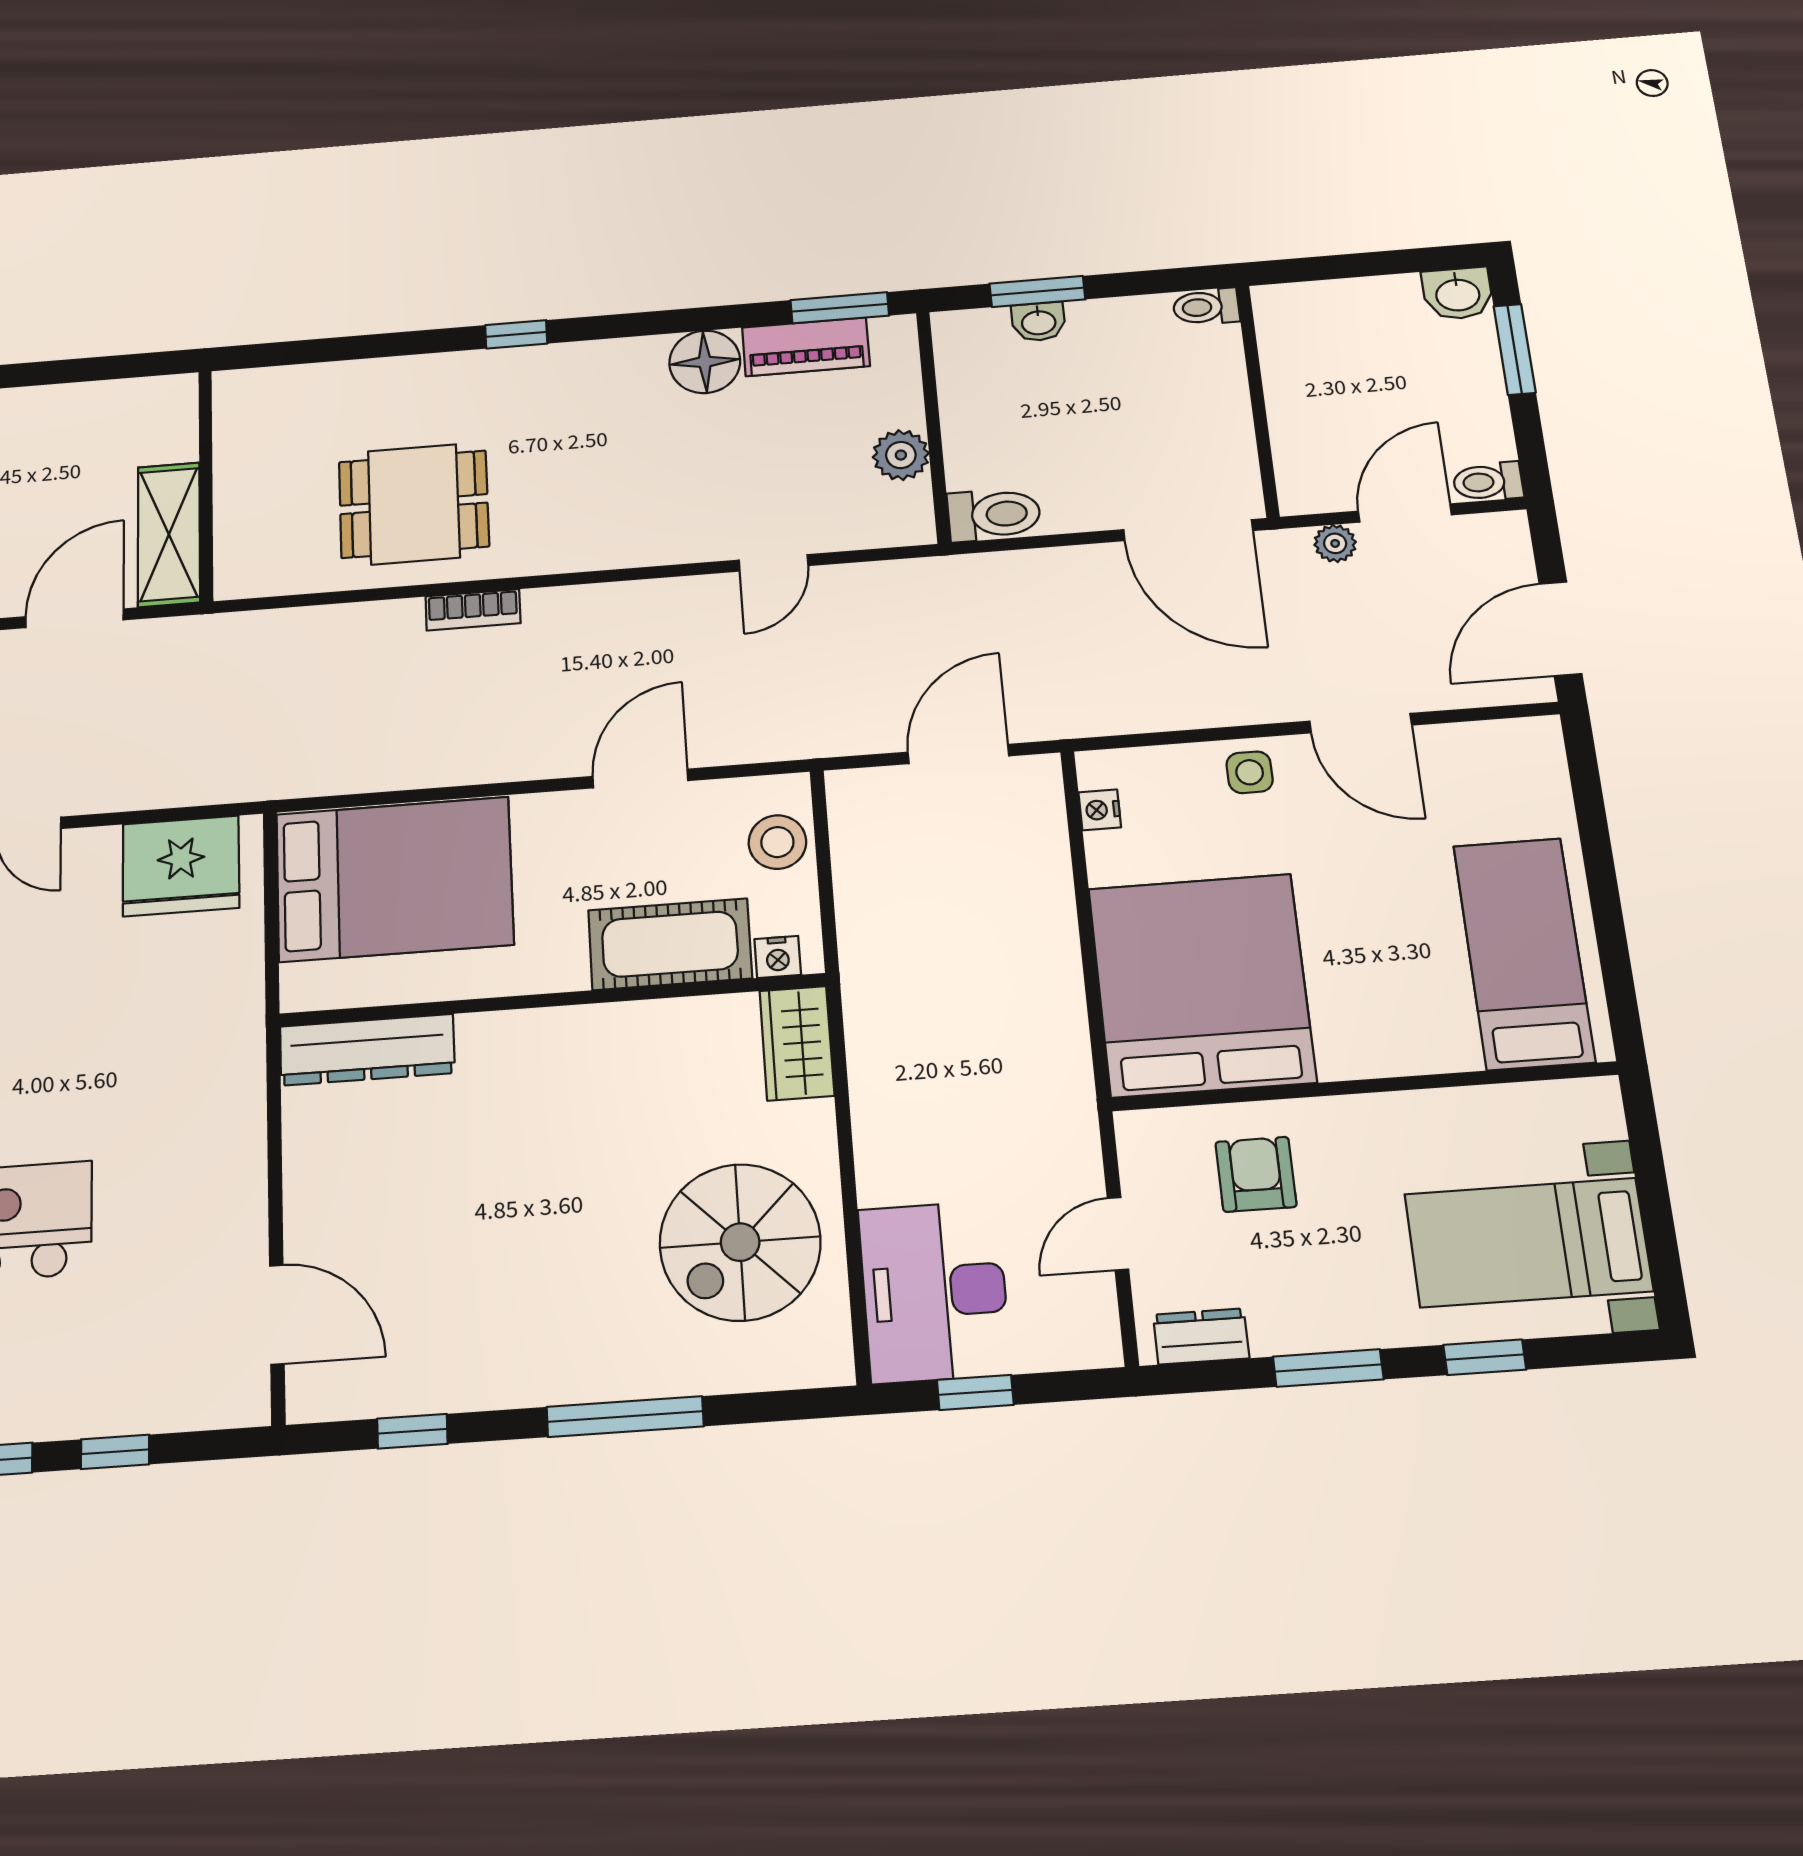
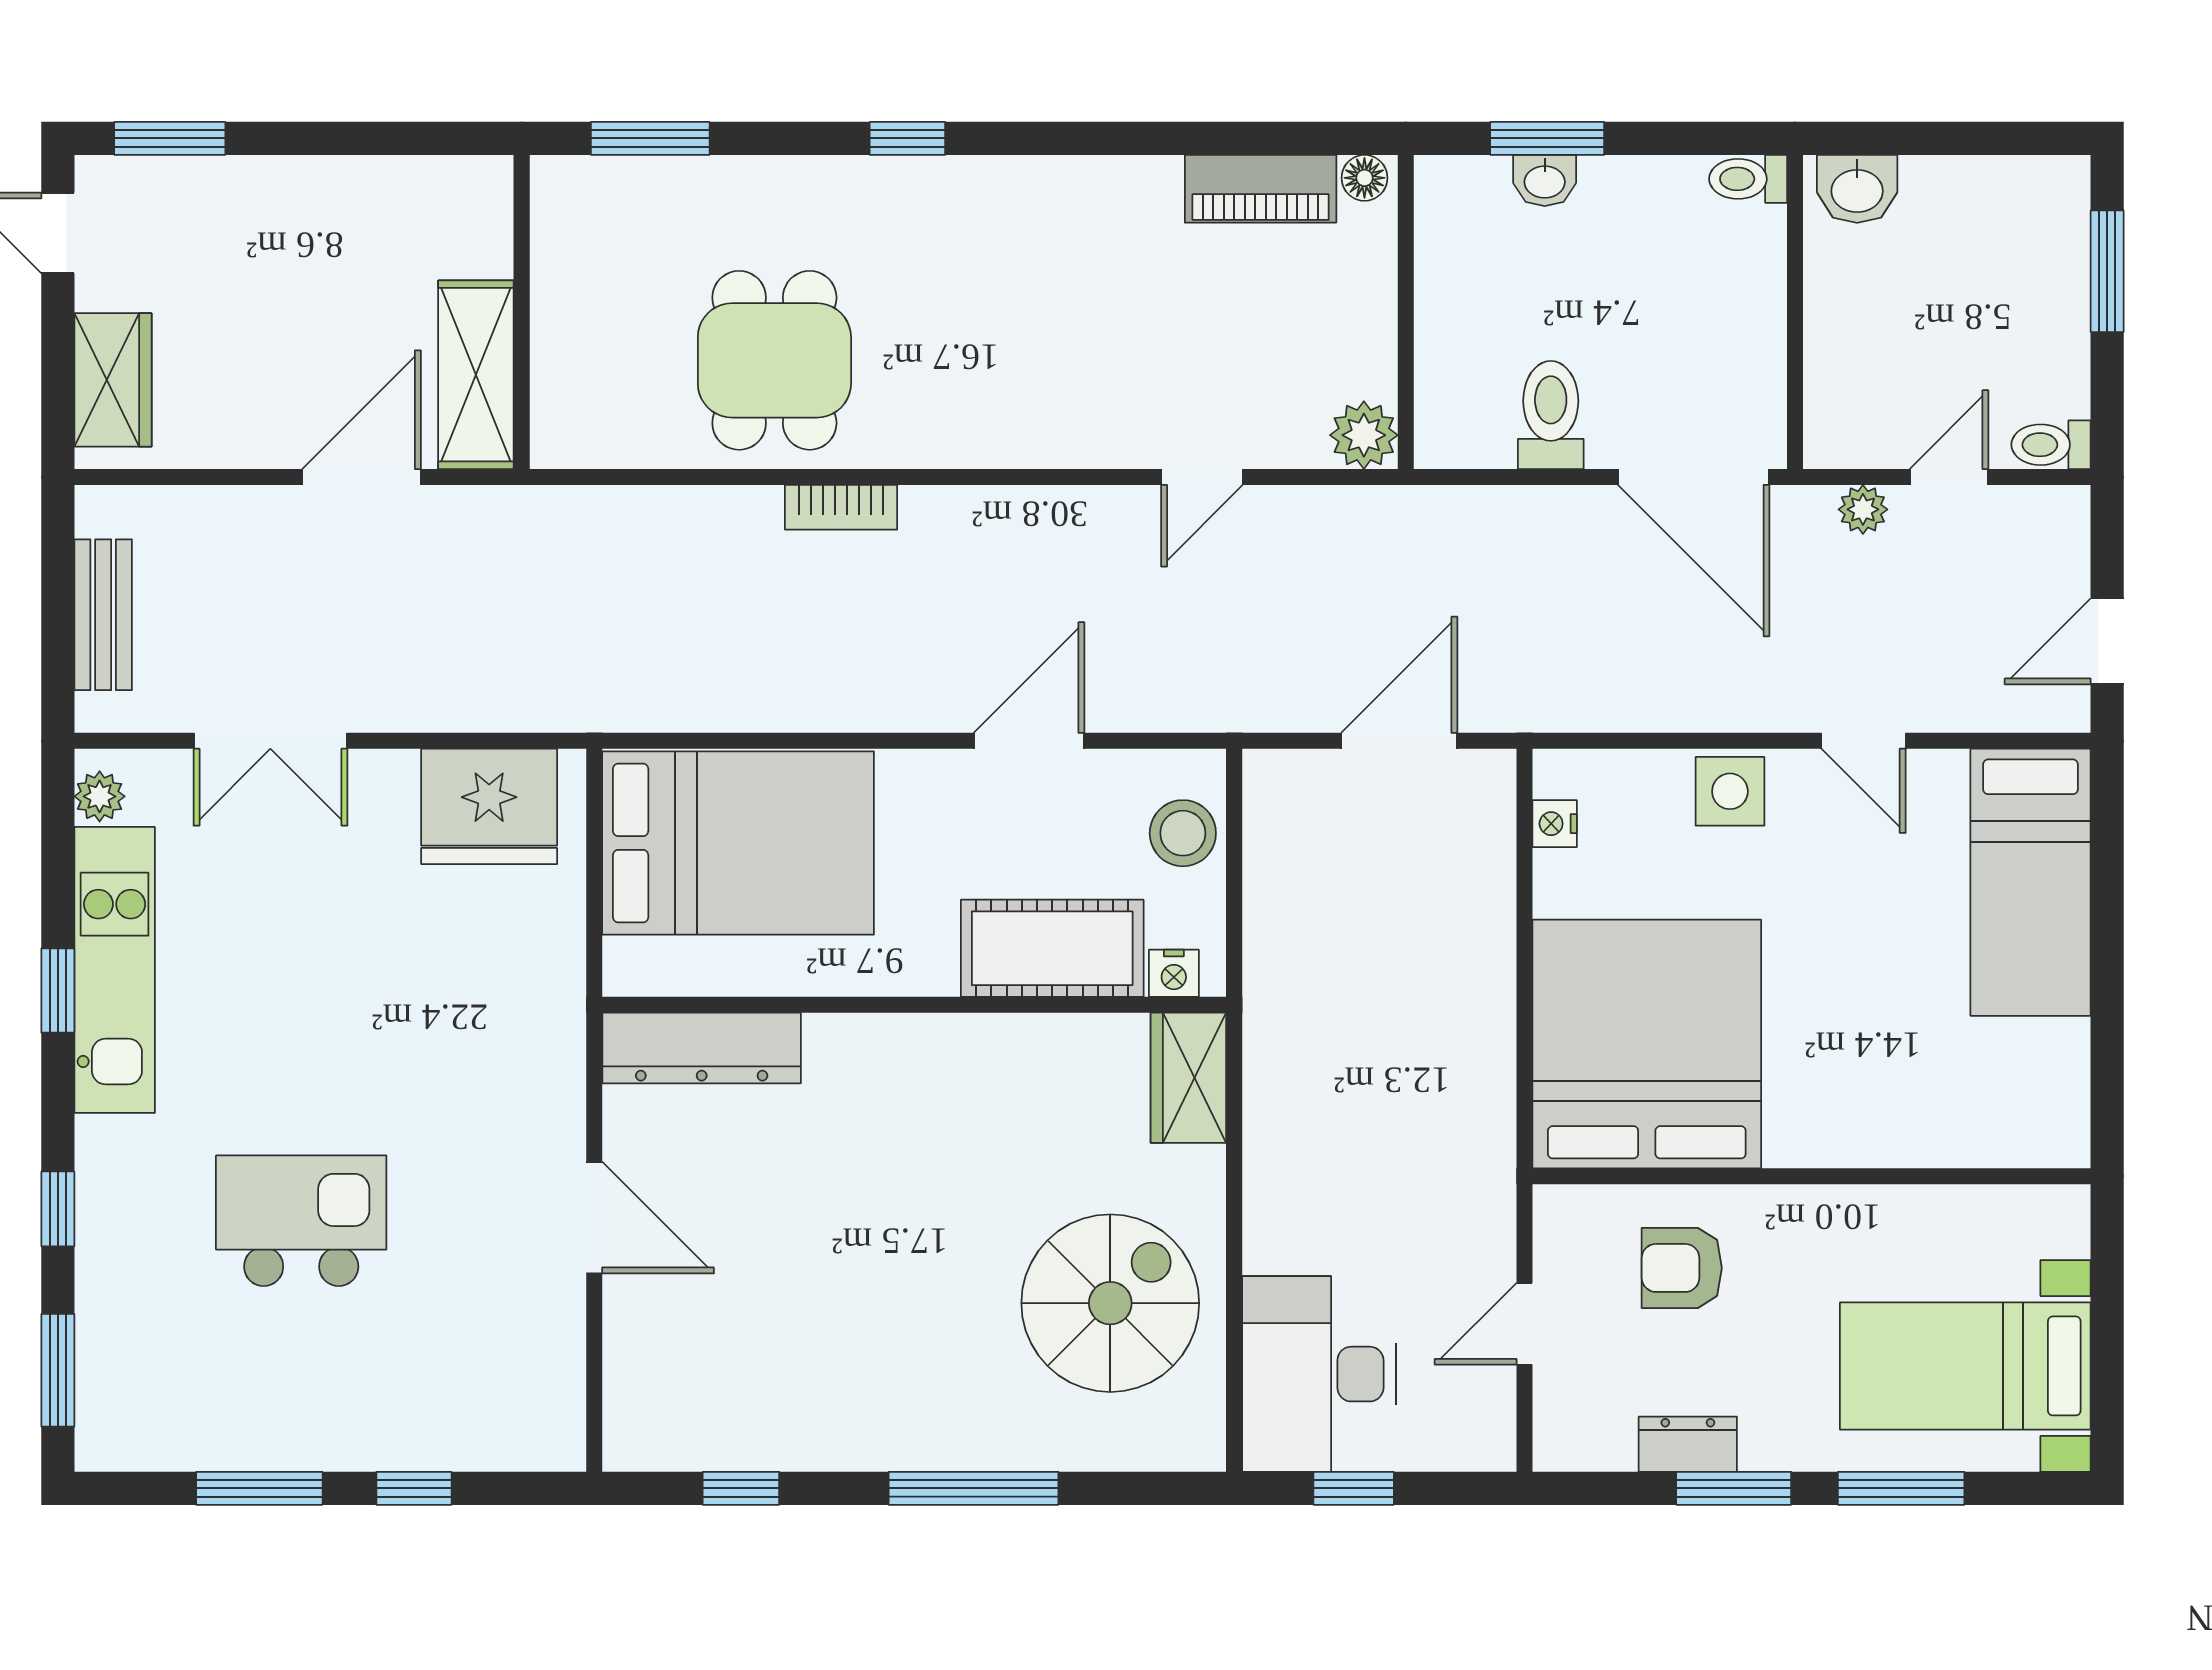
washbasin: (1458, 294) -> (1857, 189), moved
window: (840, 308) -> (650, 138), moved
floor lamp: (705, 362) -> (1364, 178), moved, width x0.53, depth x0.53
plant: (901, 455) -> (1364, 435), moved
dining table: (414, 504) -> (774, 360), turned 90
door: (1405, 513) -> (1949, 477), width x0.73
toilet: (994, 515) -> (1551, 415), moved, turned -90
door: (1560, 629) -> (2107, 641), width x0.73
door: (1361, 723) -> (1864, 741), width x0.73
side table: (1250, 772) -> (1730, 791), width x1.37, depth x1.37
bed: (1524, 953) -> (2030, 882), moved, turned 180
armchair: (1256, 1174) -> (1682, 1268), turned -90
spiral stairs: (740, 1242) -> (1110, 1303), turned 180
door: (277, 1315) -> (594, 1217), moved
dresser: (1201, 1336) -> (1688, 1444), moved
window: (1485, 1357) -> (1901, 1488), width x1.50

